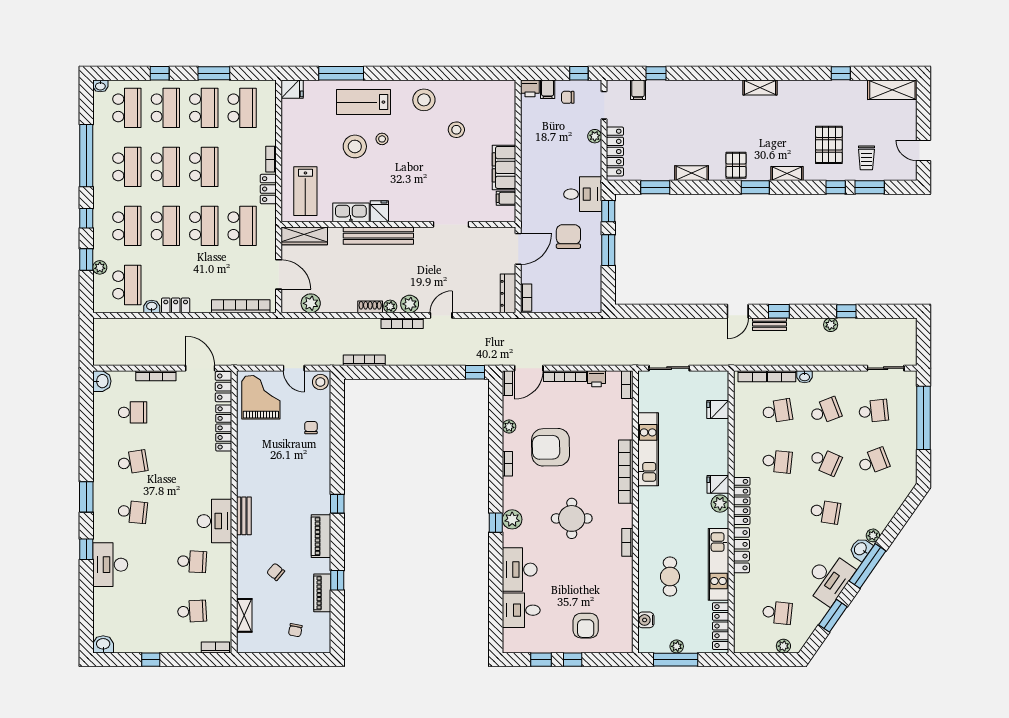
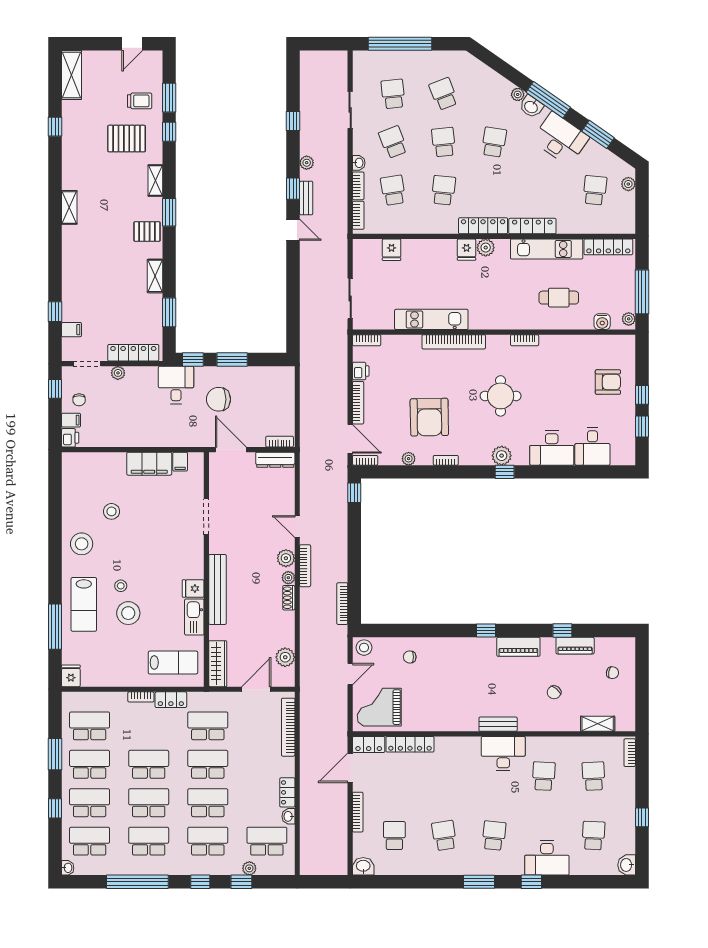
plant: (831, 325) -> (307, 163), moved
sliding door: (886, 368) -> (350, 110), moved
school desk: (825, 461) -> (444, 142), turned -30
school desk: (133, 611) -> (594, 836), added
plant: (677, 646) -> (629, 319), moved

